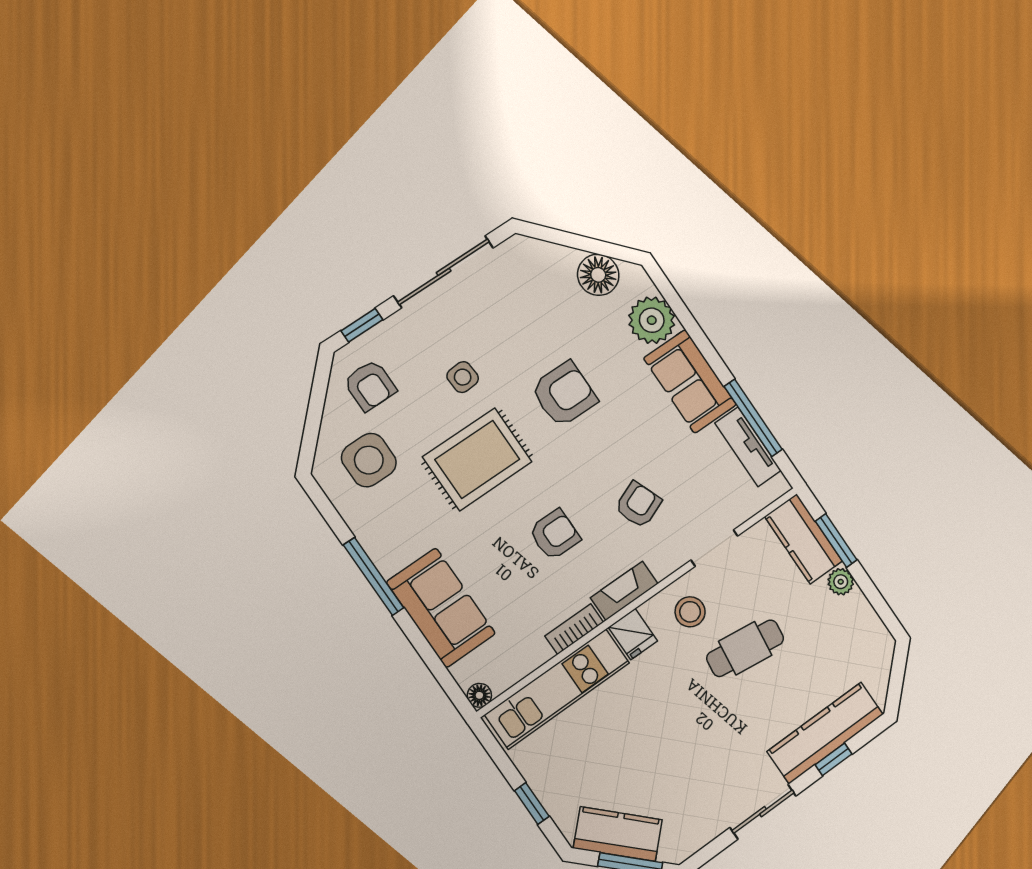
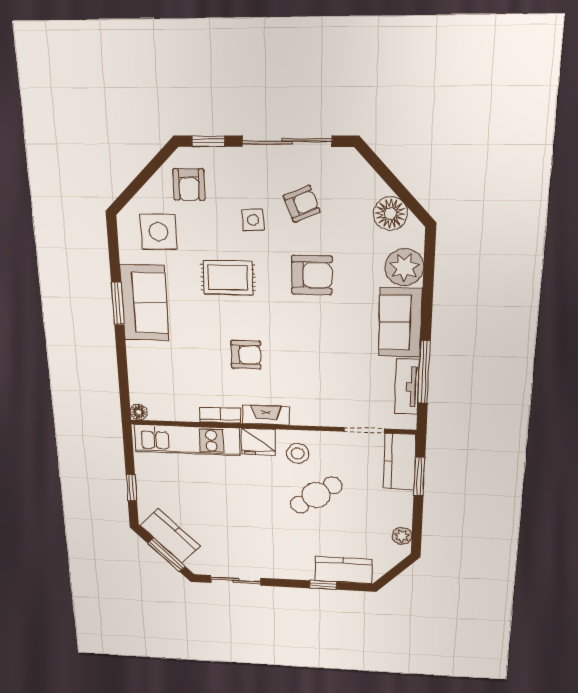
rug: (477, 459) -> (228, 278), width x0.73, depth x0.70
armchair: (638, 505) -> (302, 204), moved
doorway: (714, 548) -> (364, 430), moved
window: (373, 576) -> (118, 303), width x0.69
plant: (841, 582) -> (402, 536), moved
sofa: (441, 608) -> (144, 303), moved
fridge: (633, 634) -> (258, 442), width x1.38
cafe table: (745, 648) -> (316, 495), turned -42
kitchen counter: (825, 733) -> (343, 570), width x0.67
sliding door: (763, 812) -> (236, 580), moved

